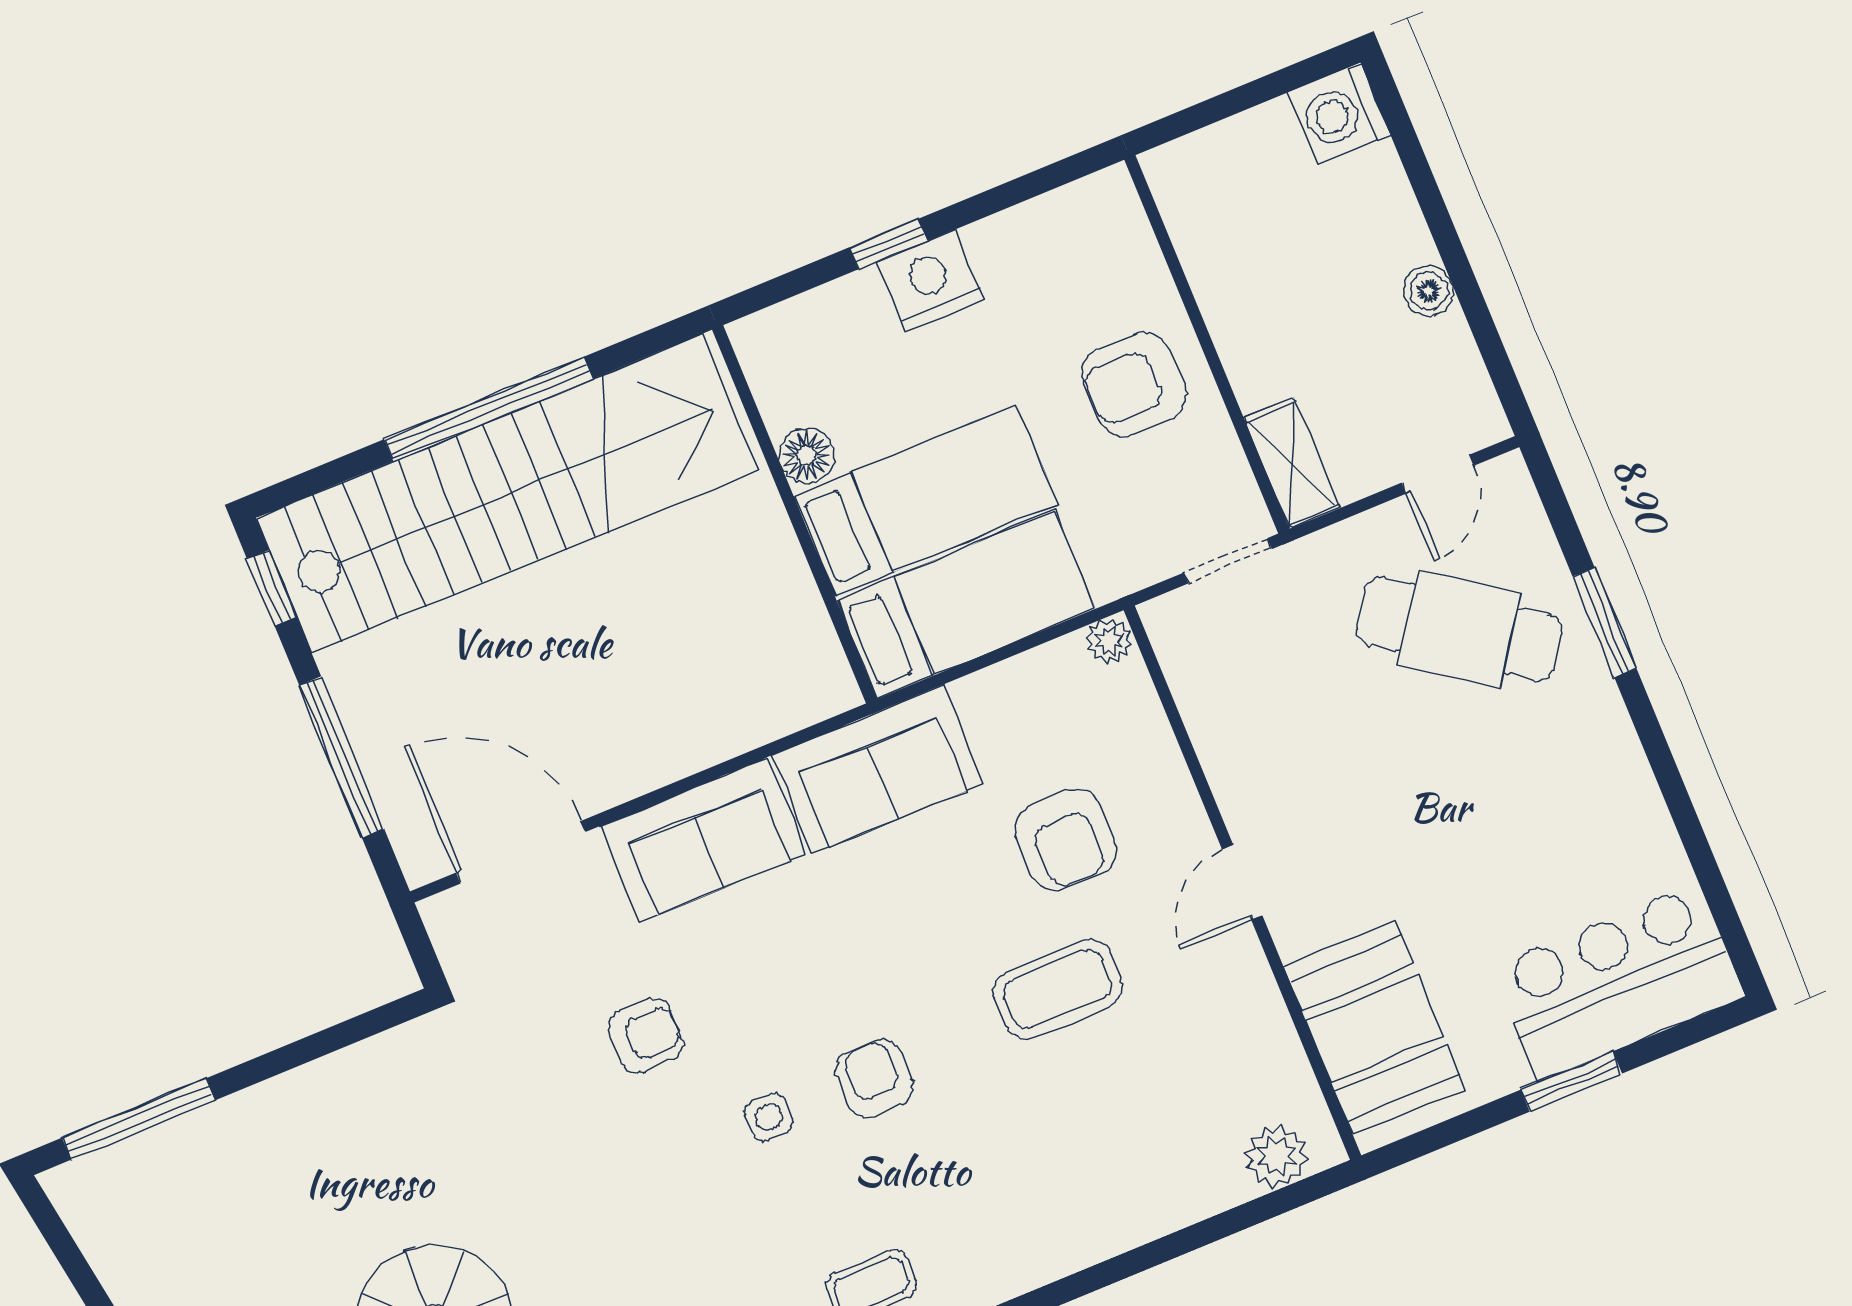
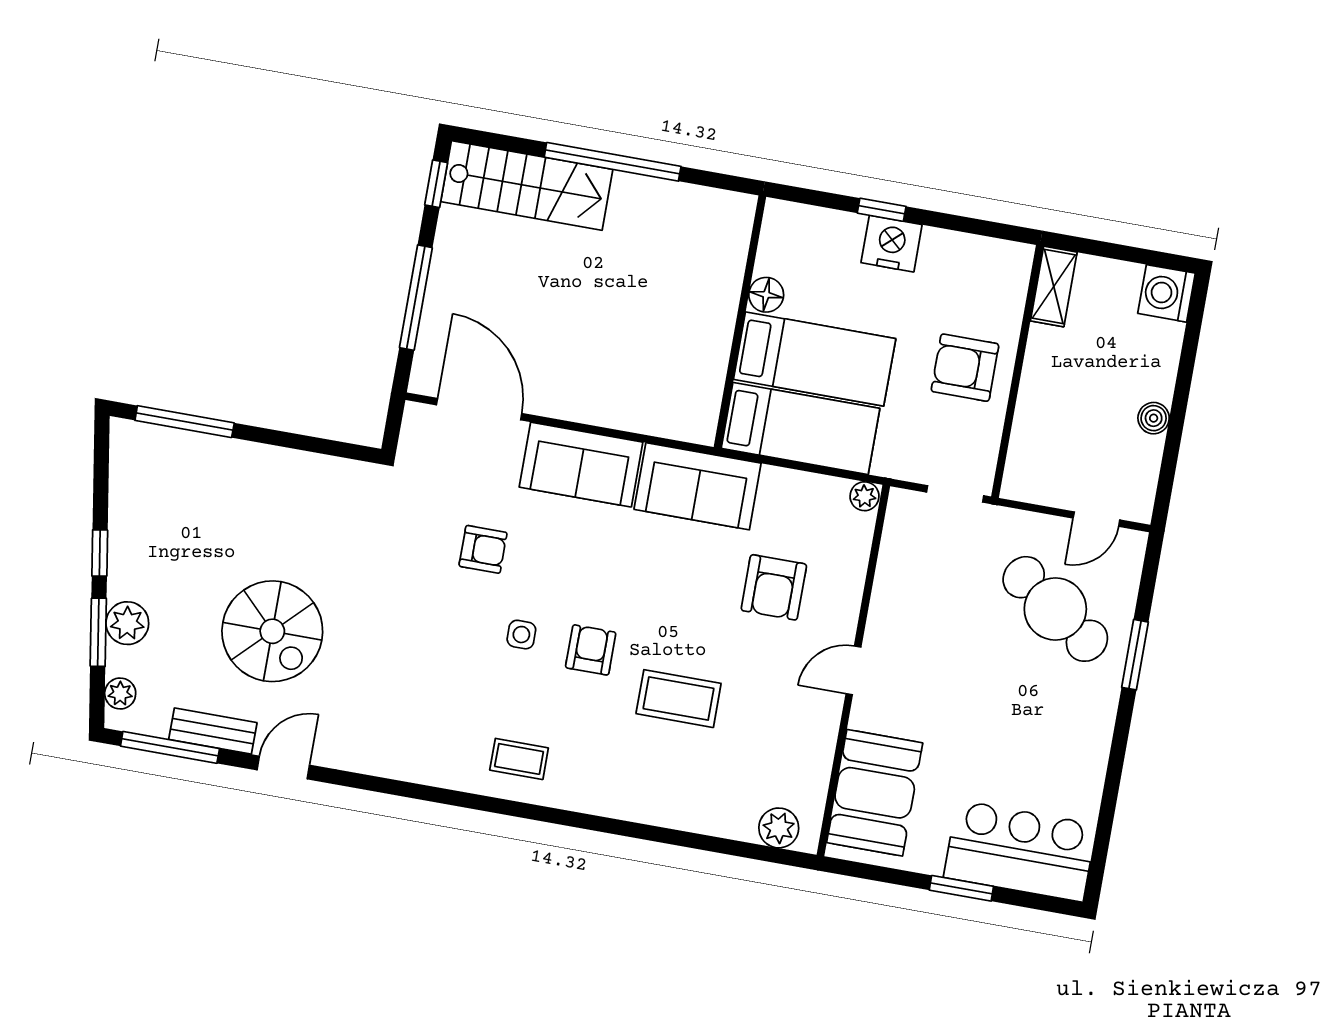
shelving: (1292, 463) -> (1054, 287), moved
stairs: (507, 494) -> (527, 186), width x0.54, depth x0.66
coffee table: (1058, 989) -> (679, 699), moved

